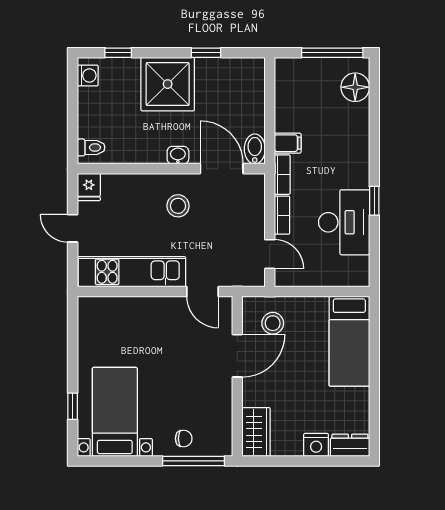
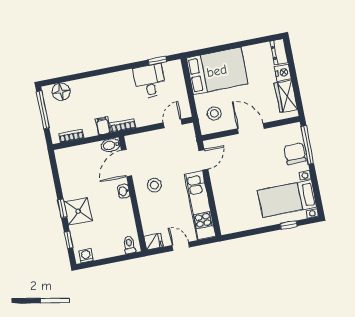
window: (206, 53) -> (62, 208), moved
shower: (168, 84) -> (78, 211), width x0.73, depth x0.73
window: (374, 201) -> (157, 61), moved
bookcase: (282, 215) -> (71, 136), moved
desk: (344, 222) -> (150, 81), width x0.73
door: (73, 228) -> (181, 246), swing flipped
bed: (349, 341) -> (217, 71), width x1.50
door: (237, 356) -> (251, 129), moved
wardrobe: (256, 432) -> (286, 96), moved, turned -90
chair: (184, 439) -> (295, 154), width x1.87, depth x1.87

